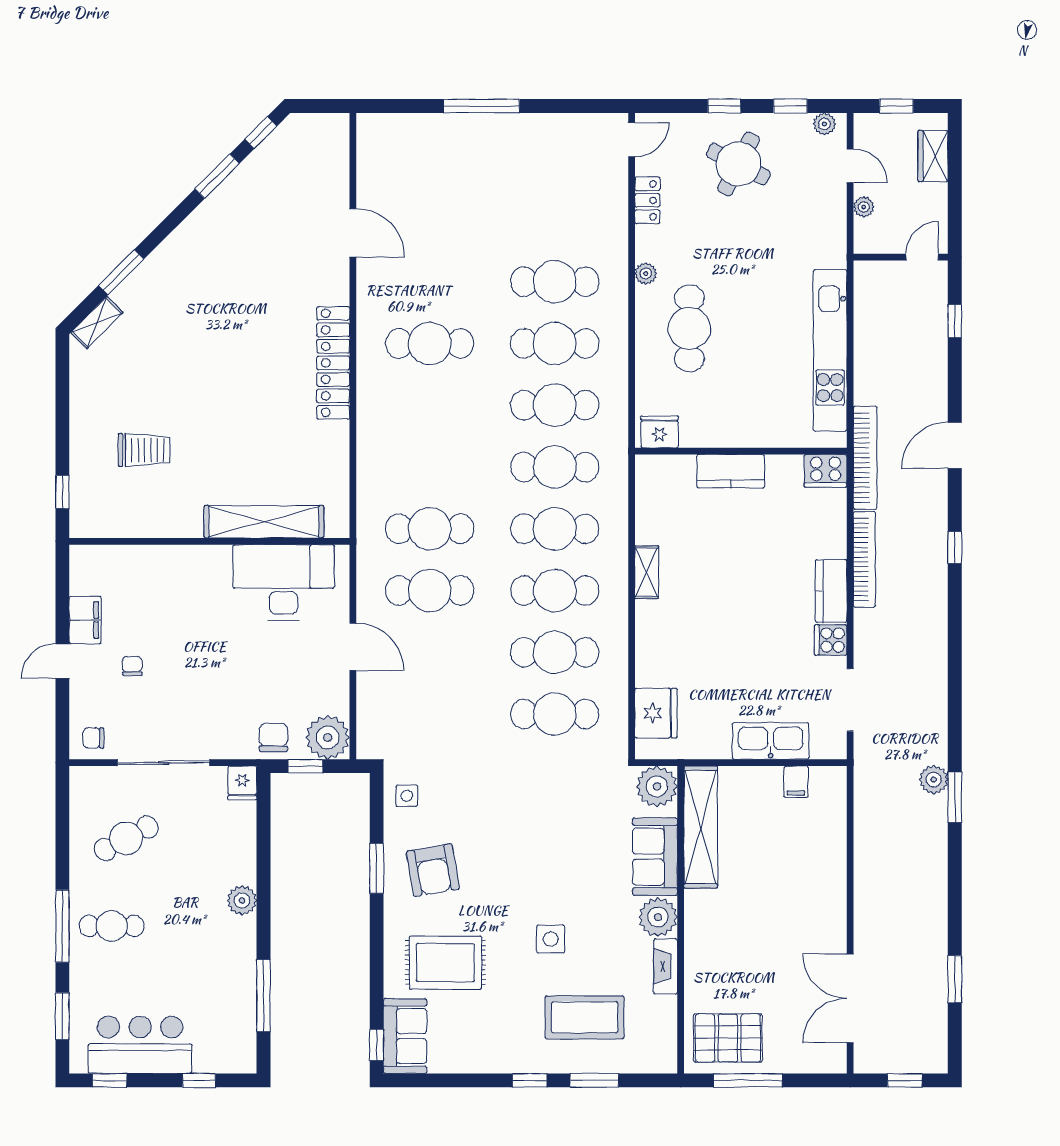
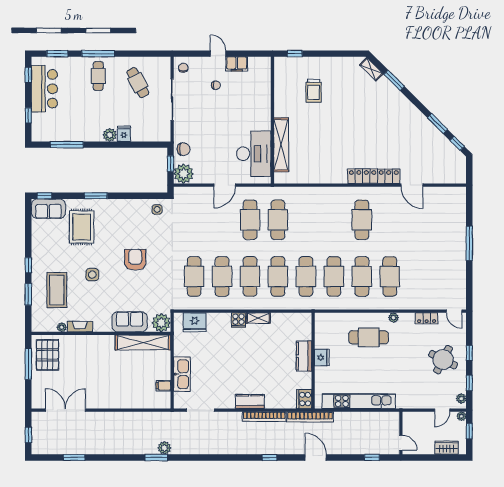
plant: (864, 207) -> (462, 416), moved
door: (353, 233) -> (412, 185), hinge flipped
locker: (333, 363) -> (374, 176), moved
fridge: (659, 432) -> (322, 358), moved
cooker: (831, 640) -> (238, 320), moved, turned 180
fridge: (242, 783) -> (124, 134), moved, turned 90
window: (377, 868) -> (96, 196), moved
armchair: (433, 870) -> (135, 260), moved, turned 100
plant: (658, 917) -> (62, 327), moved, width x0.53, depth x0.53

